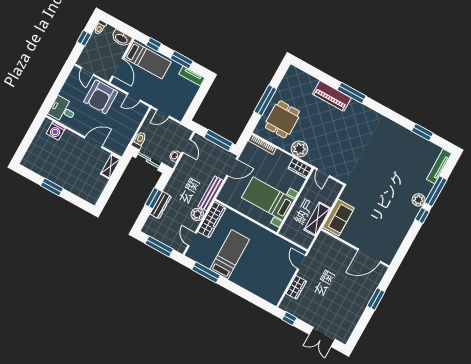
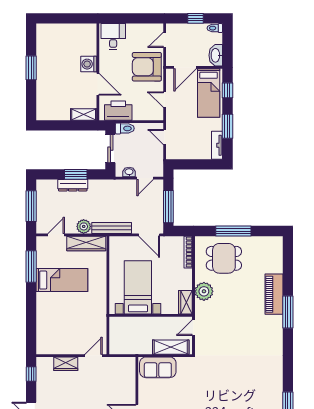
washing machine: (56, 131) -> (89, 64), moved
printer: (122, 138) -> (118, 111), added
shelving: (317, 219) -> (171, 347), moved

